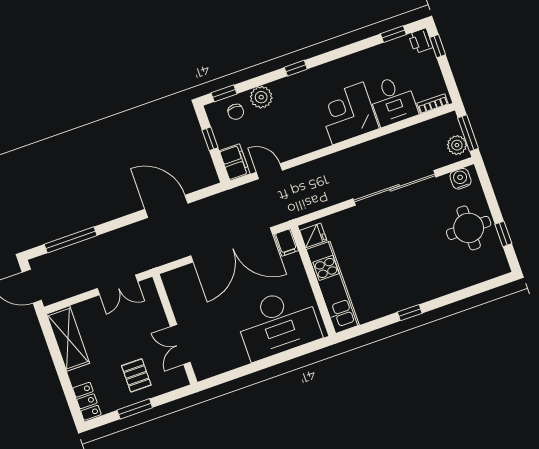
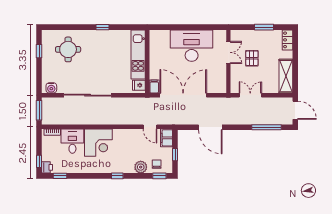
plant: (457, 145) -> (47, 106), removed
round table: (469, 228) -> (68, 49), moved
desk: (278, 323) -> (192, 46), moved
pallet: (136, 375) -> (252, 58), moved

